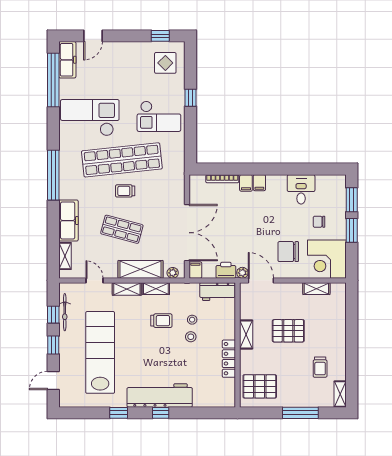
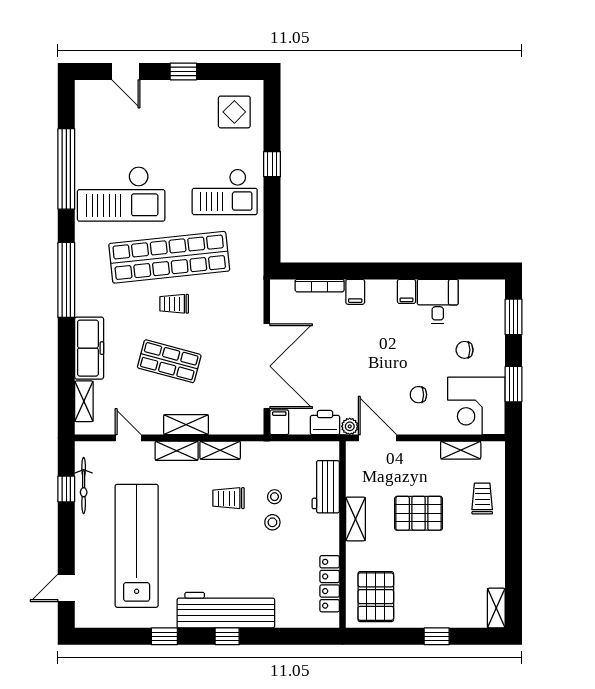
door: (93, 36) -> (126, 71), hinge flipped
window: (160, 36) -> (183, 71), moved
freezer: (67, 60) -> (87, 107), removed
window: (53, 80) -> (66, 169), moved
checkout: (90, 118) -> (121, 194), turned 180
filing cabinet: (259, 183) -> (407, 291), moved
window: (352, 230) -> (514, 384), moved
chair: (288, 252) -> (418, 395), width x0.54, depth x0.54
shelving: (141, 269) -> (186, 425), width x0.67, depth x0.75
plant: (173, 273) -> (245, 426), removed
workbench: (217, 292) -> (326, 487), moved, turned 90
trolley: (161, 321) -> (229, 498), turned 180
window: (53, 345) -> (66, 535), removed
locker: (229, 359) -> (330, 584), moved
trolley: (320, 367) -> (482, 499), moved, turned 180
pallet: (260, 386) -> (376, 597), turned 90
window: (300, 413) -> (437, 636), width x0.46

